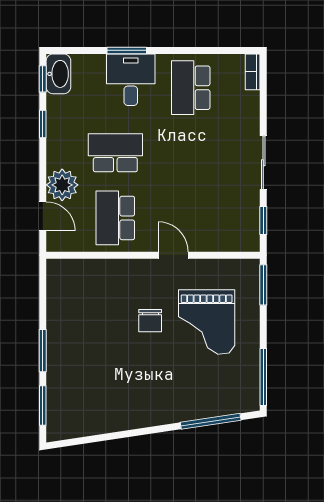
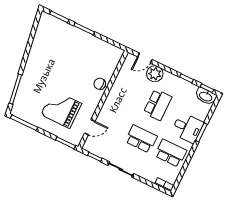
school desk: (115, 218) -> (141, 139), moved
door: (173, 255) -> (90, 127), moved
chair: (150, 321) -> (100, 84), moved

